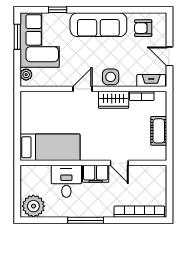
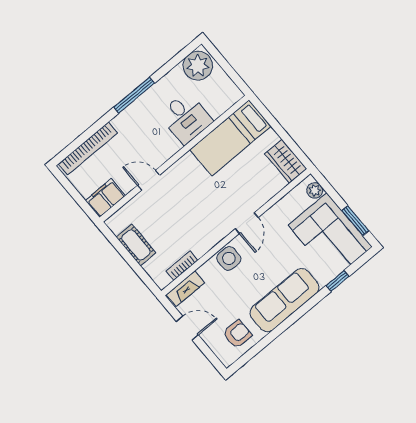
wardrobe: (114, 100) -> (286, 161), moved, turned -90
filing cabinet: (96, 174) -> (105, 198), moved

